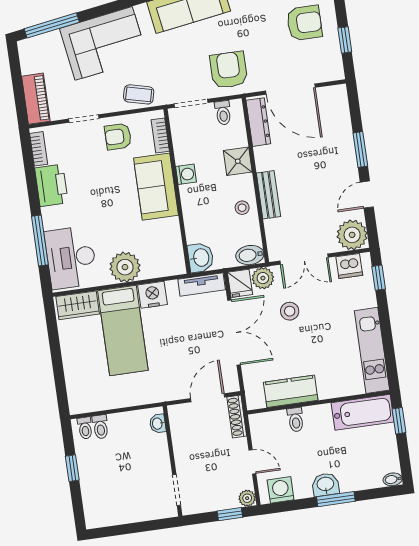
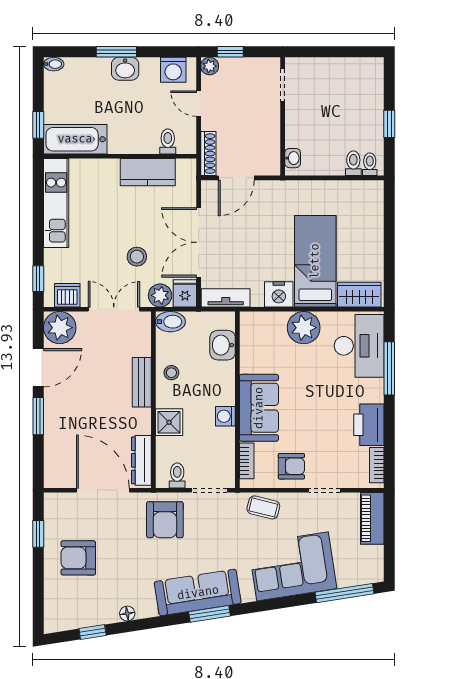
door: (367, 195) -> (38, 368), width x1.38
washbasin: (201, 258) -> (223, 345), moved
toilet: (296, 420) -> (168, 142), moved

